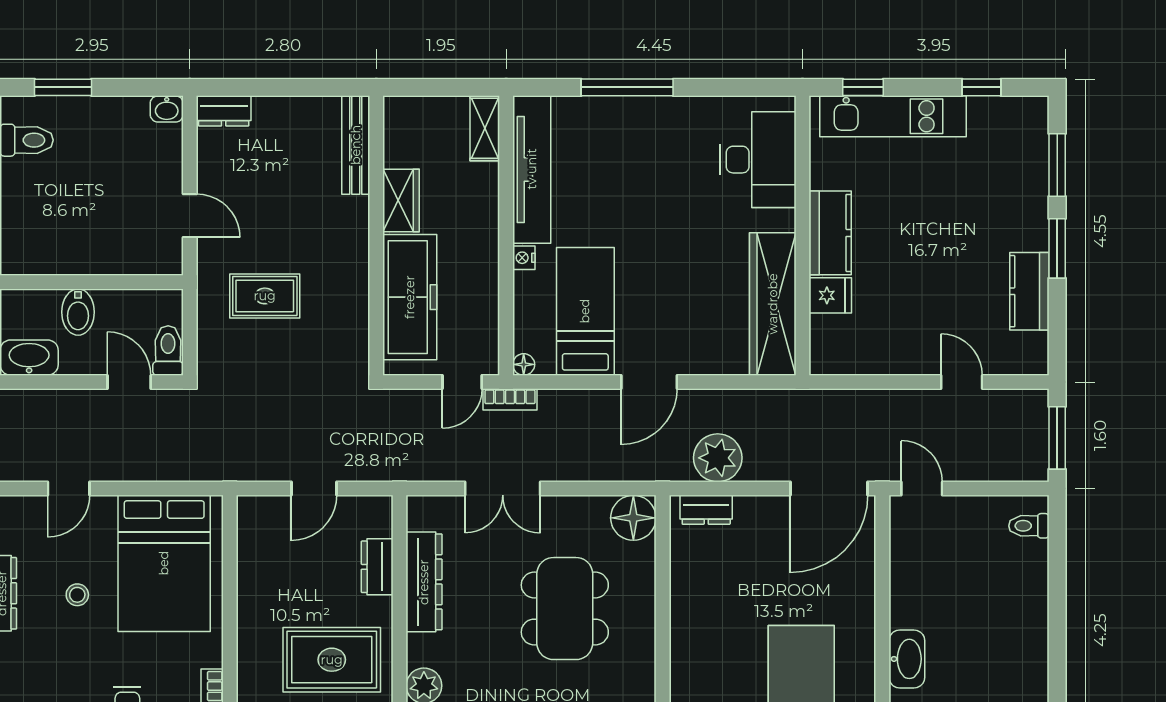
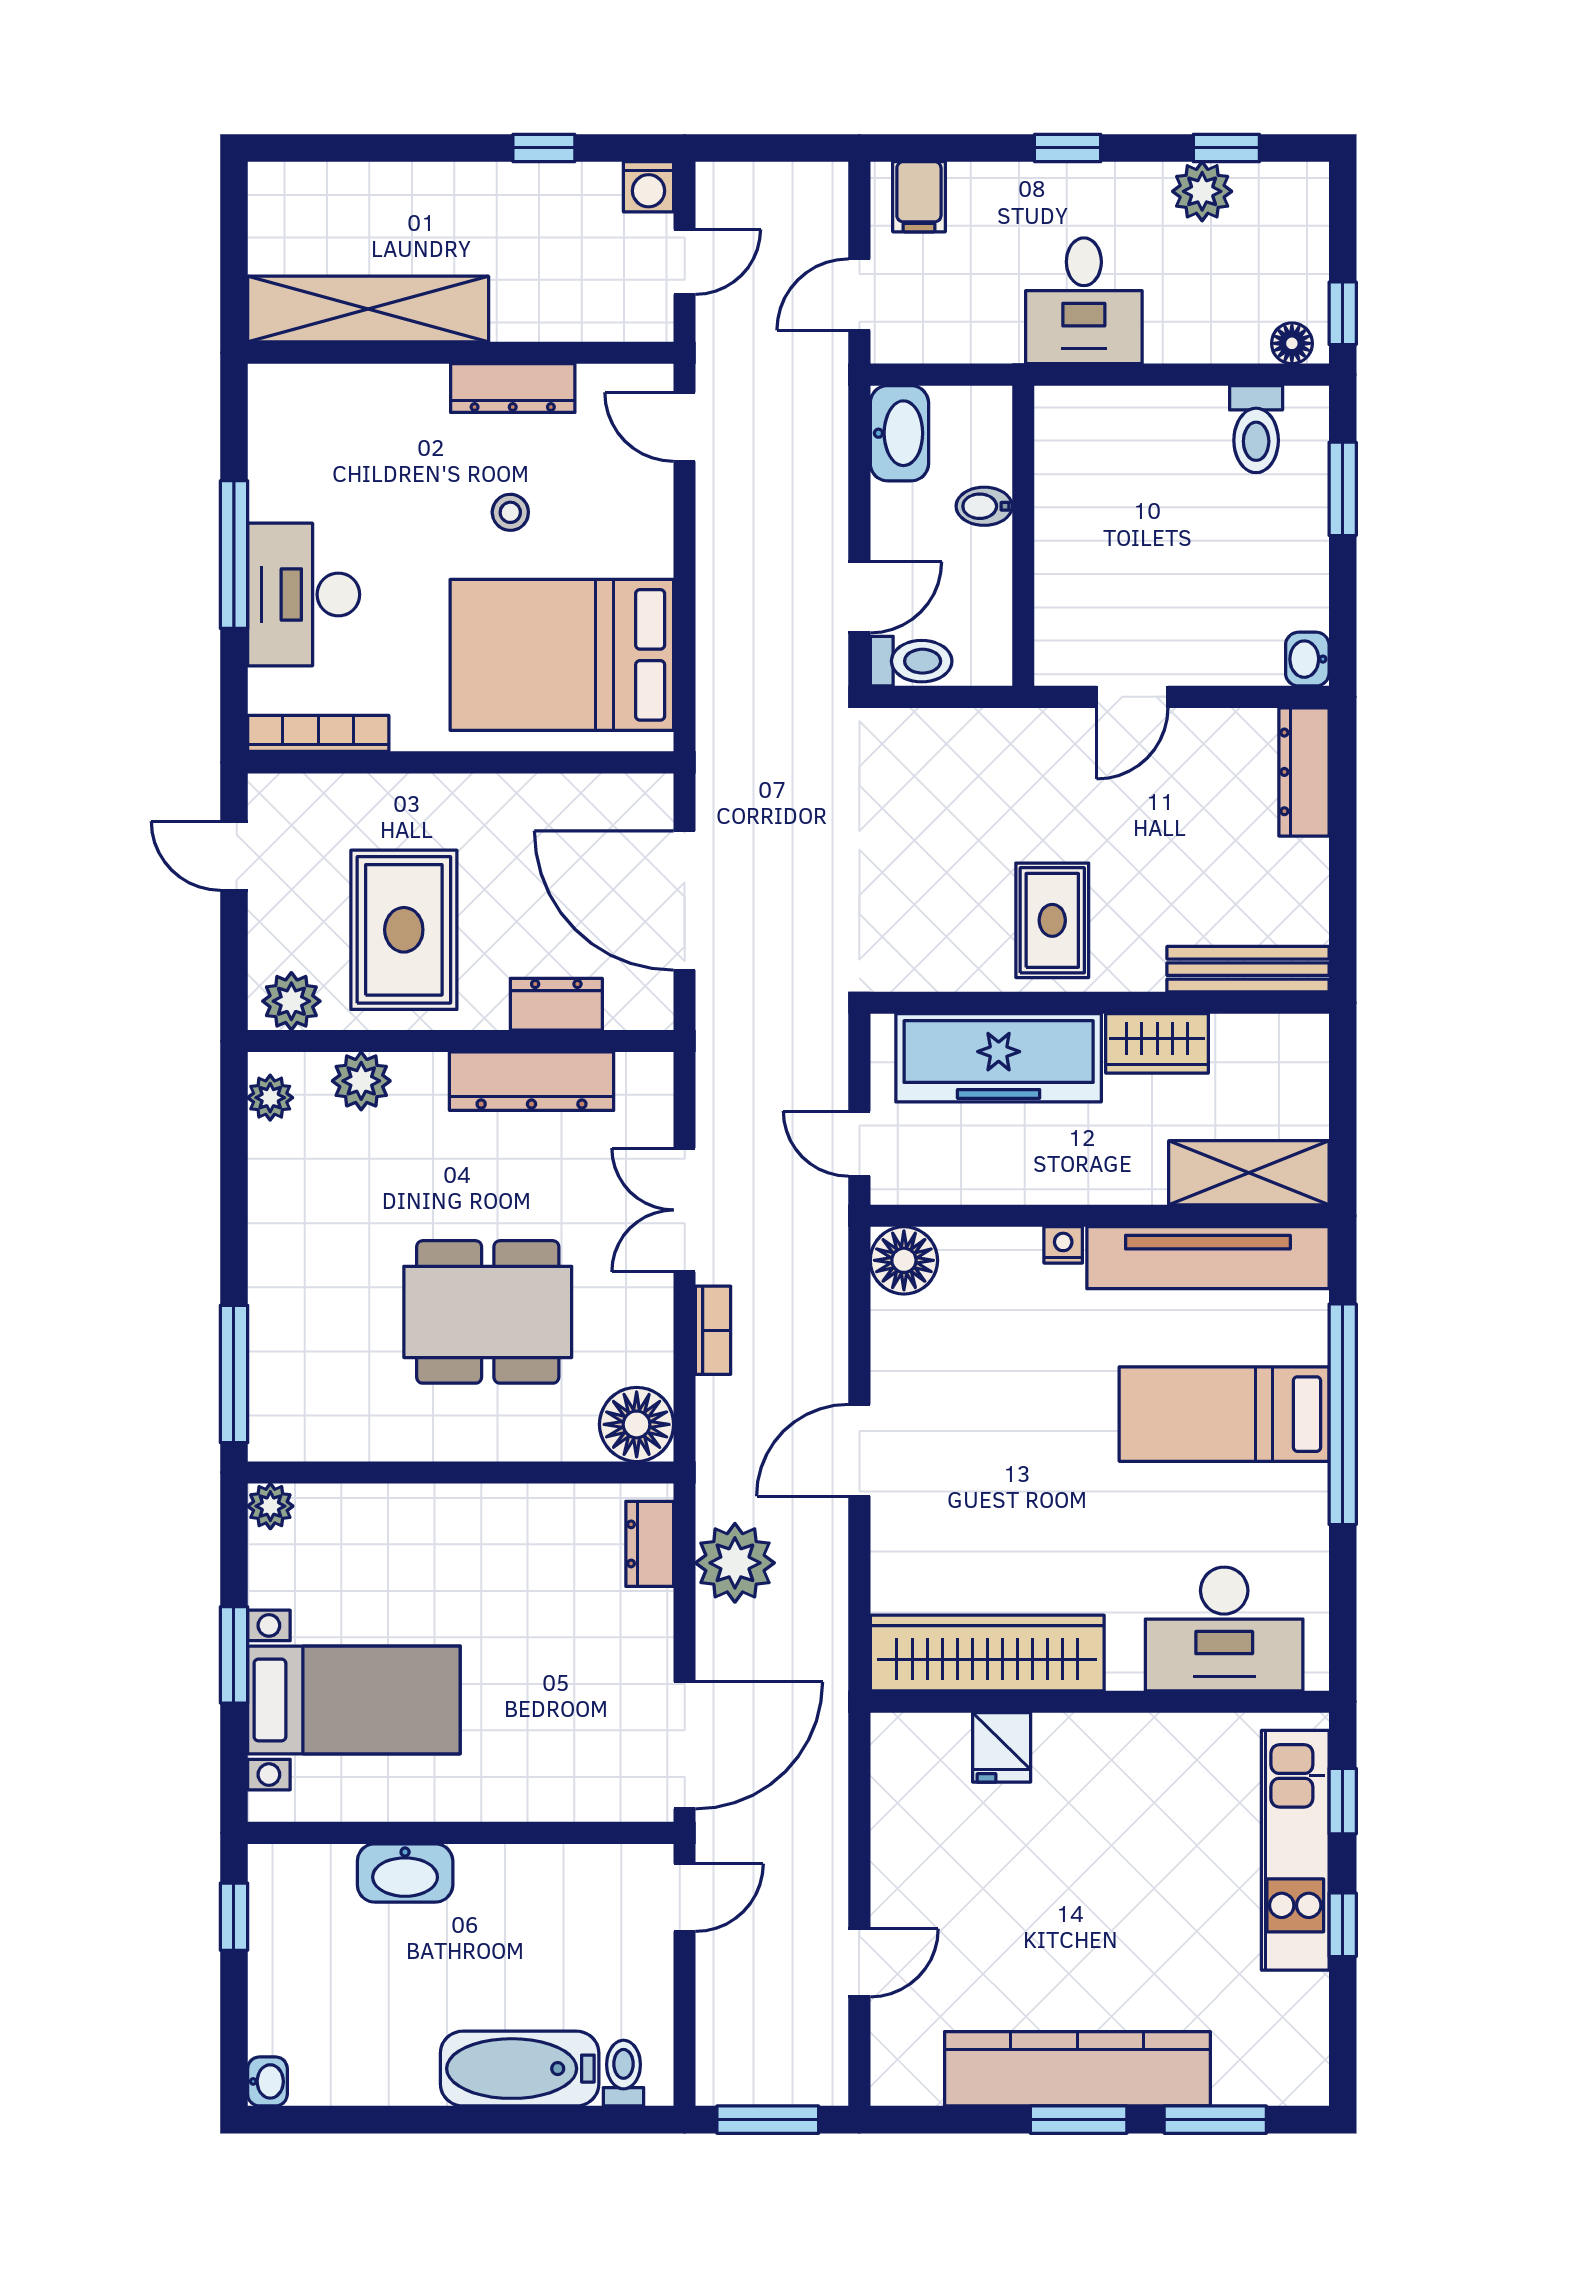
window: (627, 87) -> (1343, 1414), width x1.46
window: (982, 87) -> (1343, 1925), moved
dresser: (224, 111) -> (1304, 772), width x1.44
shelving: (485, 128) -> (1249, 1173), width x1.50, depth x1.33
kitchen counter: (830, 233) -> (1104, 1747), removed
kitchen counter: (1029, 291) -> (1077, 2069), width x2.08, depth x1.17
rug: (265, 296) -> (1052, 920), moved
bed: (585, 311) -> (1224, 1414), moved, turned 180
bidet: (78, 312) -> (984, 506), width x0.72, depth x0.74
floor lamp: (524, 364) -> (904, 1260), width x1.89, depth x1.89
door: (649, 382) -> (859, 1450), hinge flipped
bookcase: (510, 399) -> (713, 1330), moved, turned 180
door: (69, 489) -> (685, 427), moved
door: (314, 489) -> (685, 901), width x1.87
door: (829, 489) -> (685, 1745), swing flipped
bathtub: (1026, 589) -> (520, 2069), added

